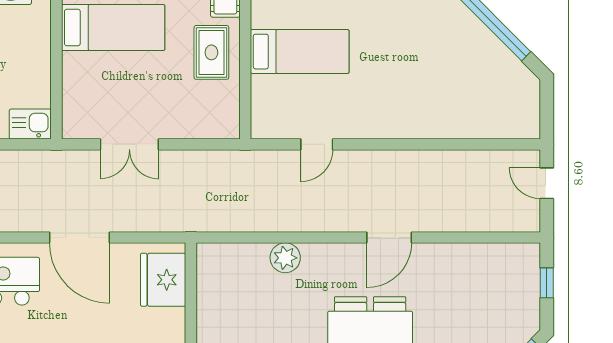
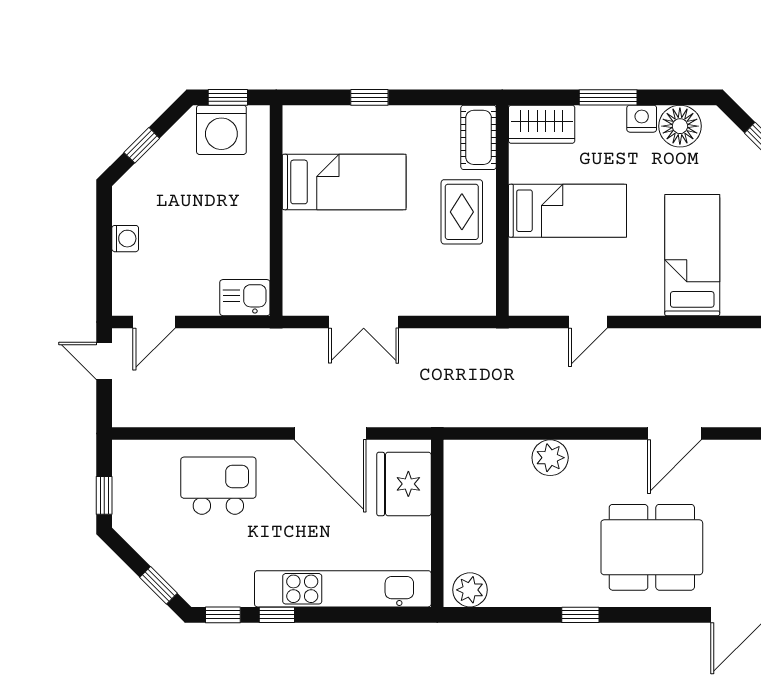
bed: (404, 89) -> (692, 255), added
door: (79, 238) -> (330, 433), moved

